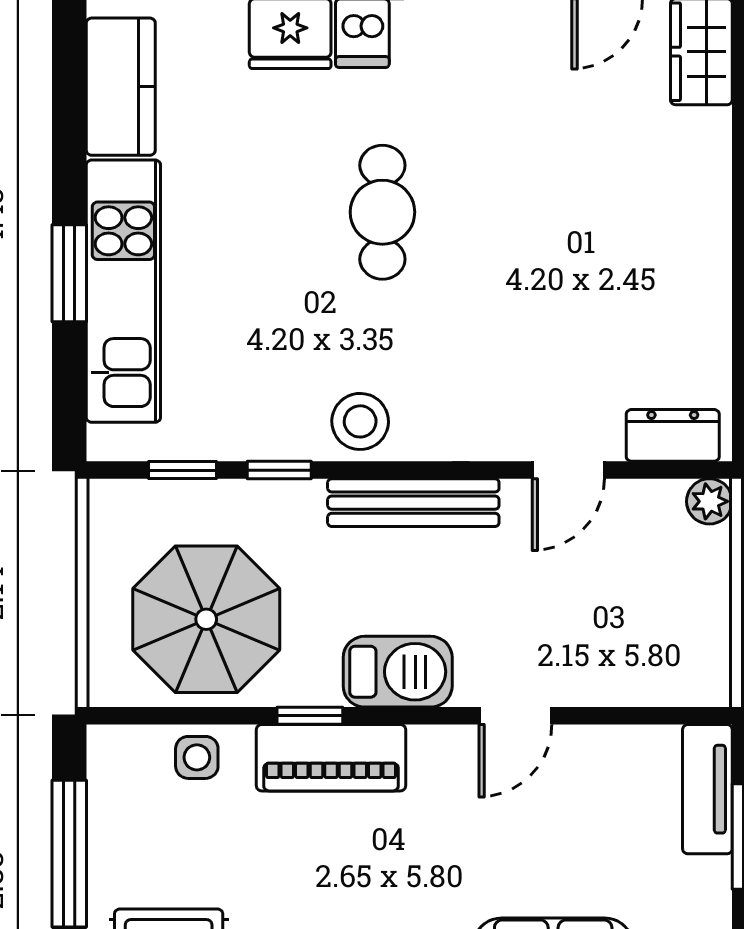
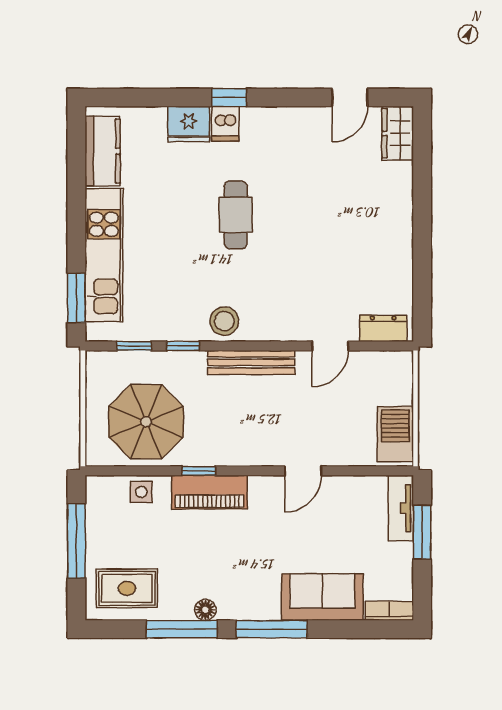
window: (69, 273) -> (76, 298), moved
plant: (709, 501) -> (402, 362), removed
barbecue: (398, 672) -> (395, 434), moved, turned -90

